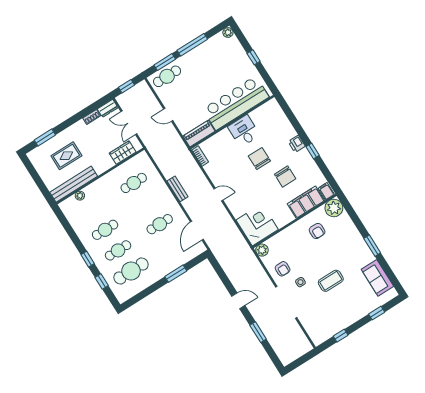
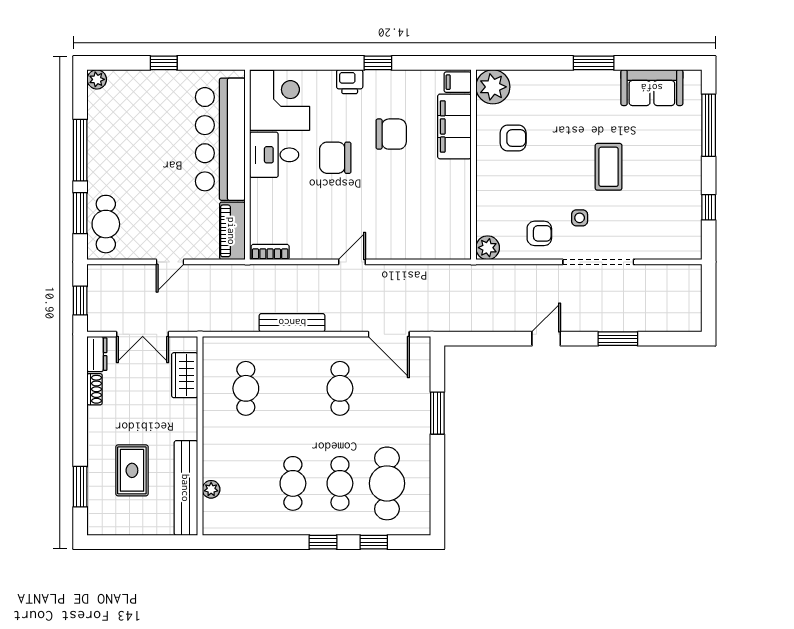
bench: (178, 189) -> (292, 323), width x1.36
corner desk: (257, 225) -> (280, 100), moved, turned 90
window: (377, 313) -> (709, 125), width x2.17

